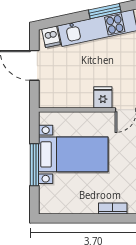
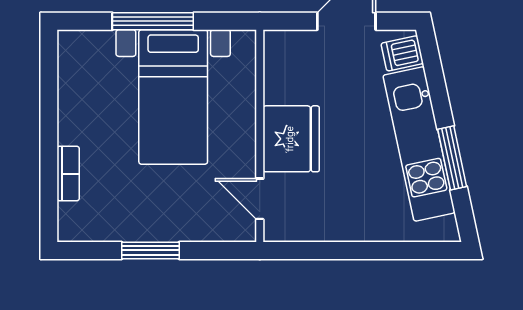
fridge: (103, 97) -> (291, 139), width x1.88, depth x1.34

